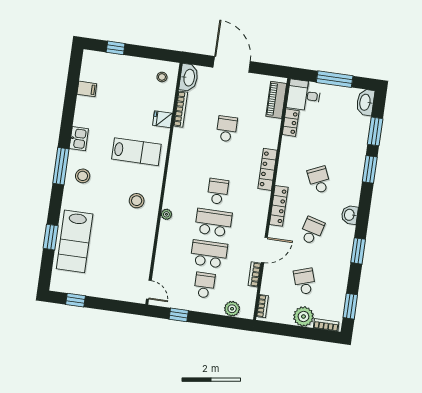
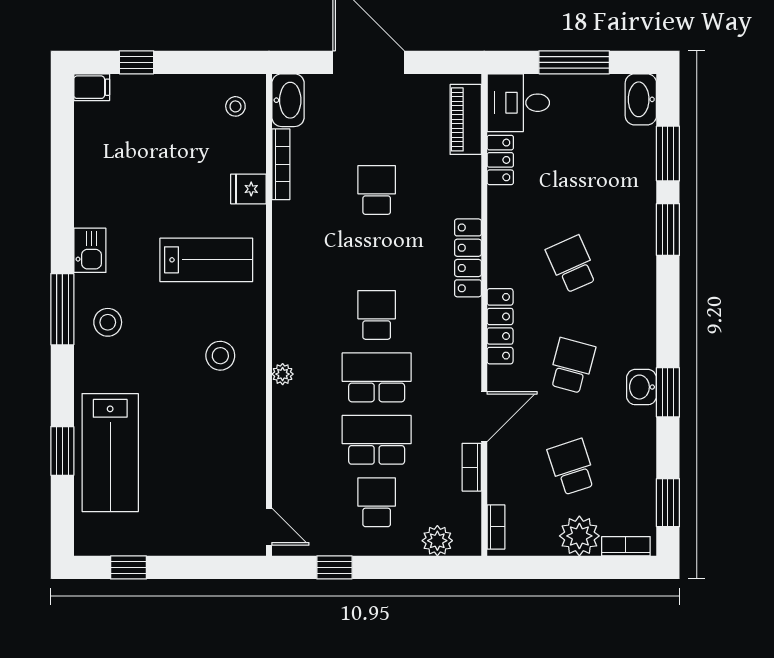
filing cabinet: (87, 89) -> (92, 87), moved
washbasin: (350, 215) -> (642, 387), moved

